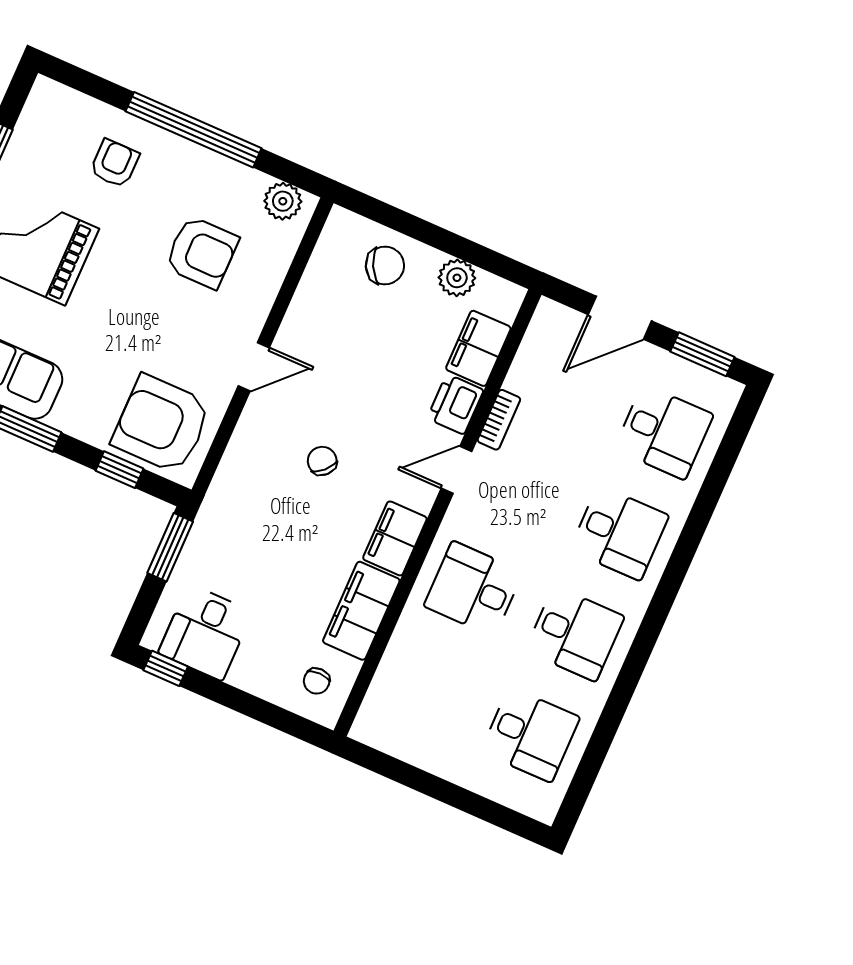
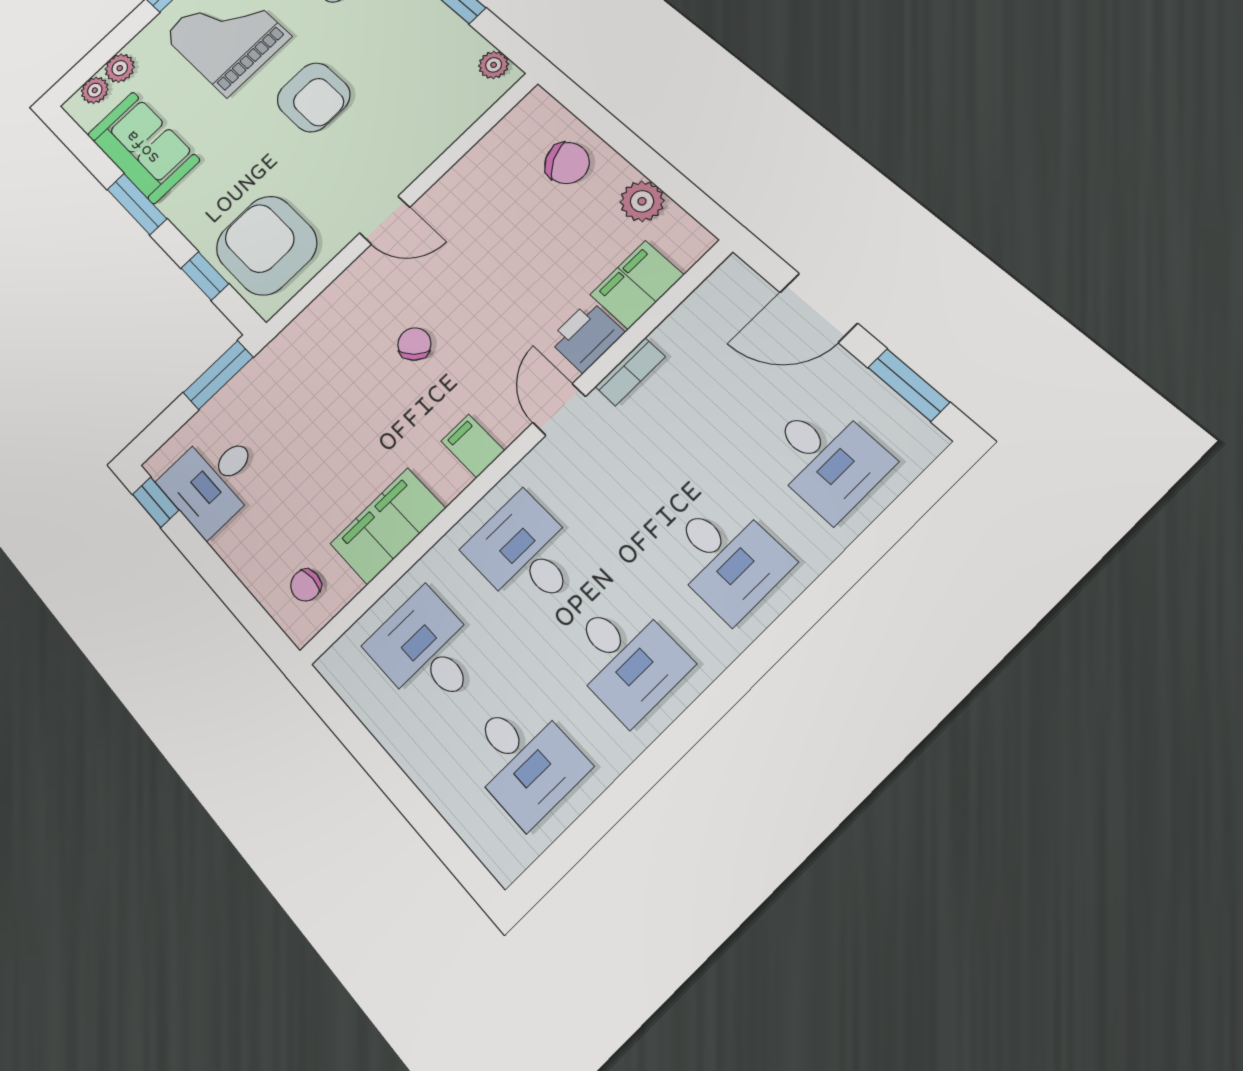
plant: (283, 201) -> (494, 65), width x0.73, depth x0.73
armchair: (202, 252) -> (314, 97), moved
door: (456, 470) -> (559, 409), hinge flipped
filing cabinet: (395, 538) -> (473, 446), width x0.50
desk: (429, 690) -> (426, 651), added

